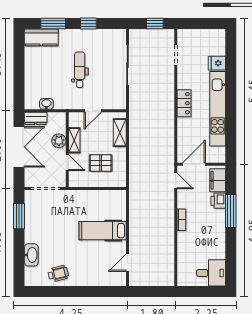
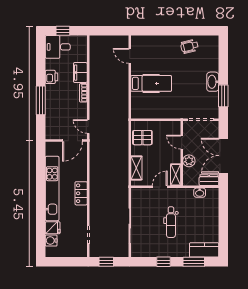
water cooler: (219, 48) -> (51, 241), added
shelving: (74, 140) -> (176, 175), moved
pallet: (101, 163) -> (142, 138), moved
filing cabinet: (218, 180) -> (80, 73), moved, turned 180
printer: (218, 201) -> (52, 77), moved
washbasin: (31, 255) -> (213, 82), moved
door: (127, 263) -> (130, 56), swing flipped
window: (205, 292) -> (63, 31), added

